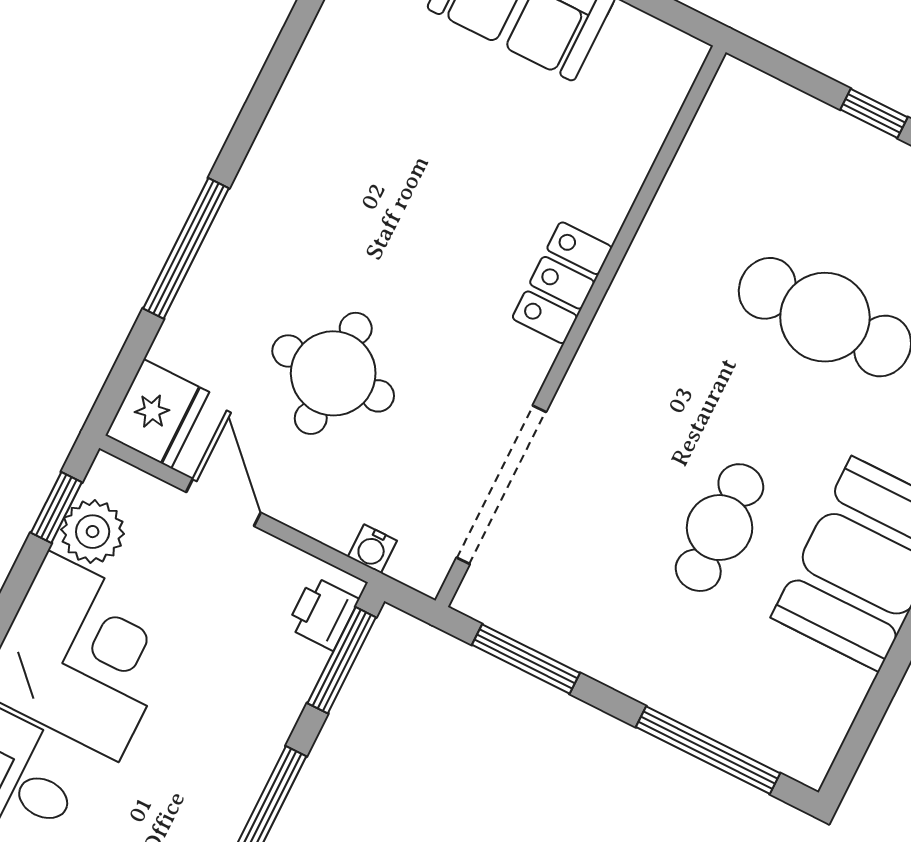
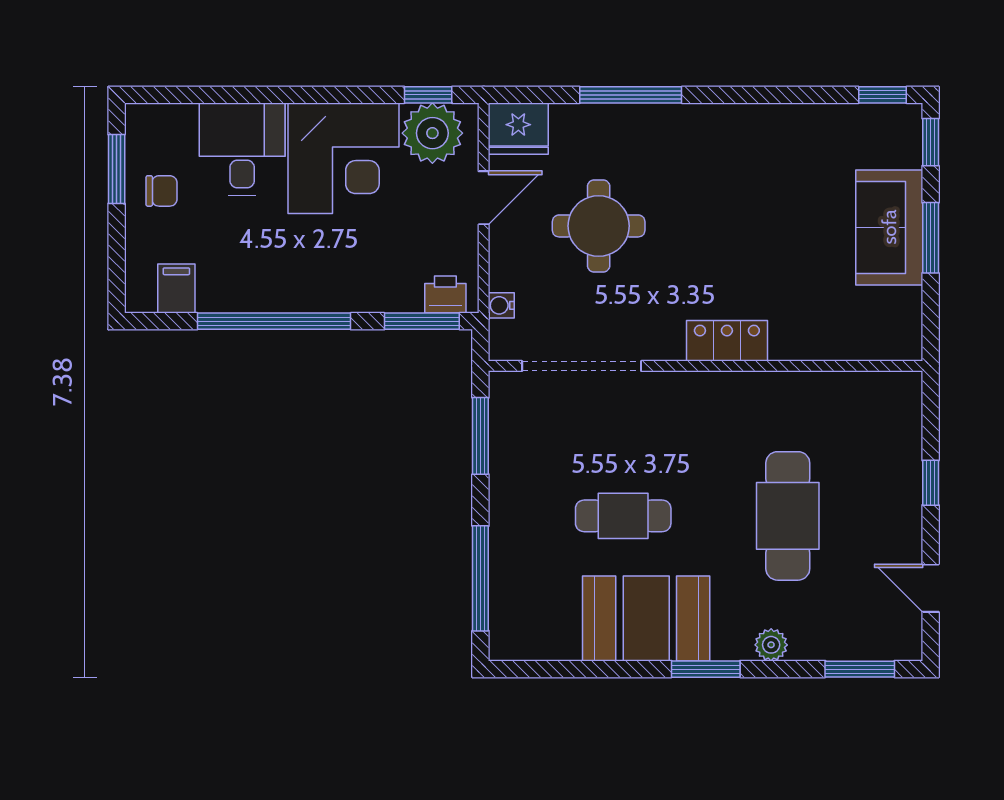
plant: (93, 532) -> (432, 133), width x1.36, depth x1.36

